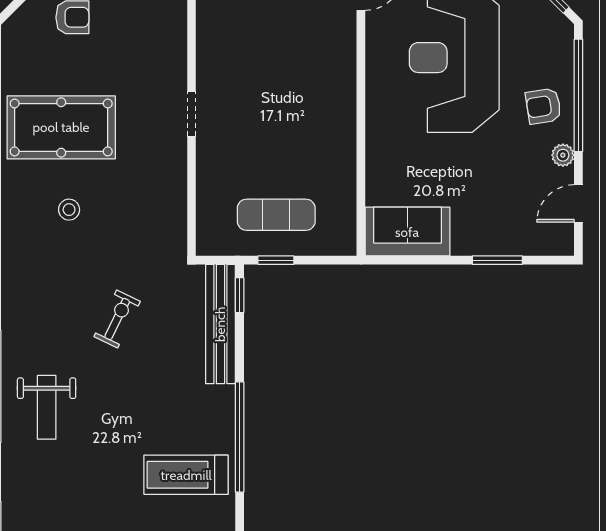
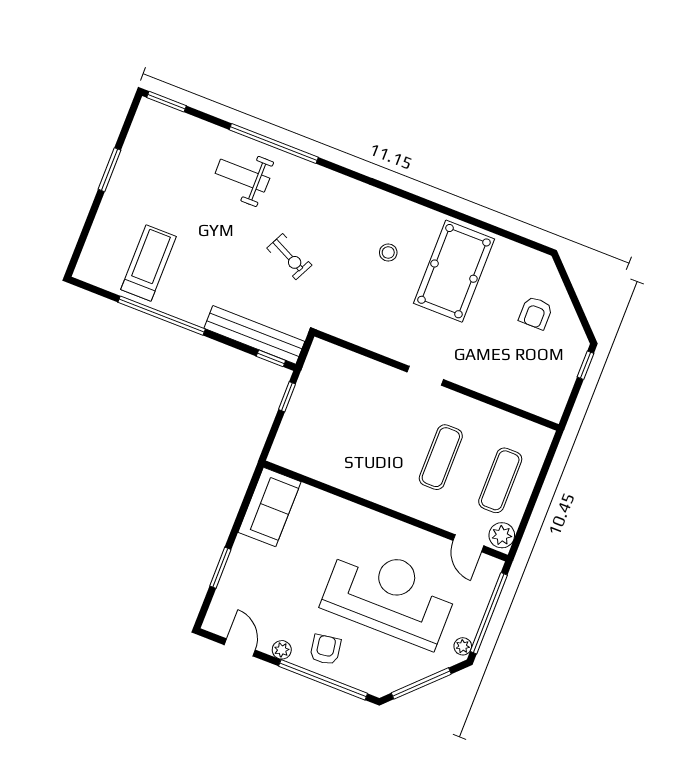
exercise mat: (276, 215) -> (441, 457), moved

